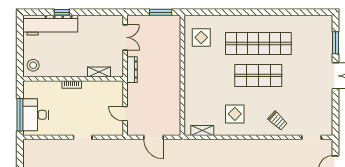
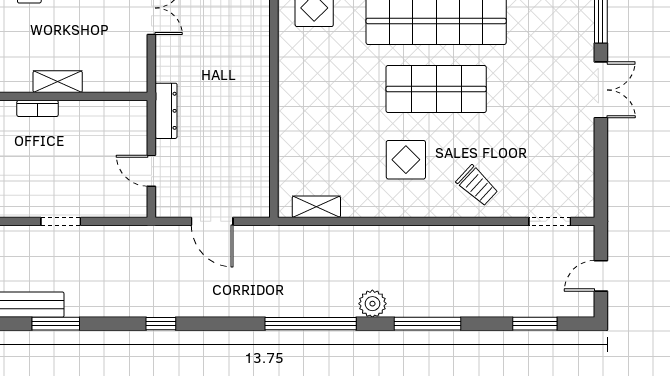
dresser: (132, 70) -> (166, 111), moved
shelving: (99, 72) -> (58, 82), moved
display table: (235, 114) -> (406, 160), moved

